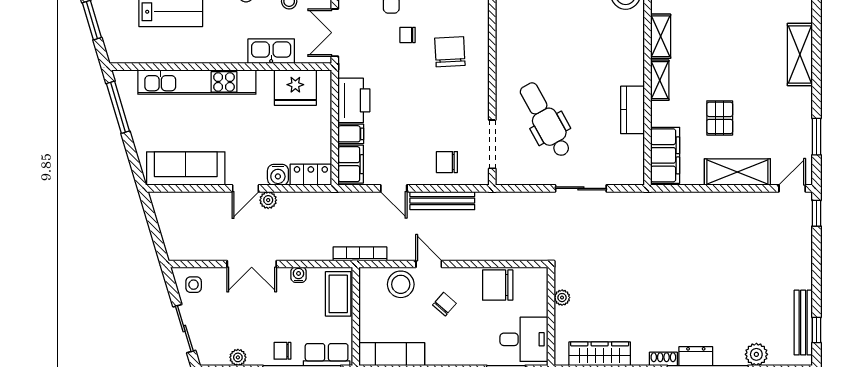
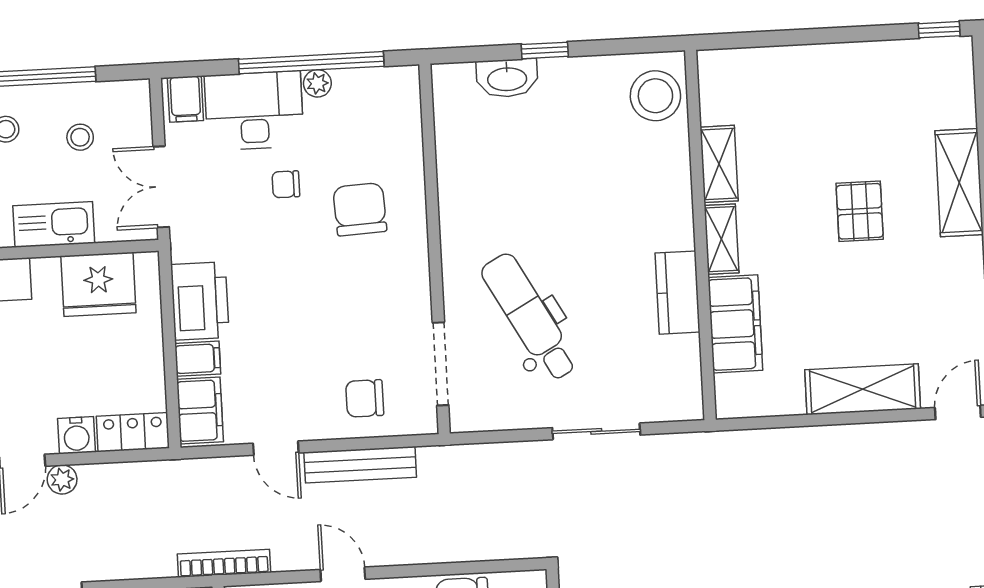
pallet: (720, 118) -> (860, 211), moved
filing cabinet: (665, 155) -> (735, 324), moved

